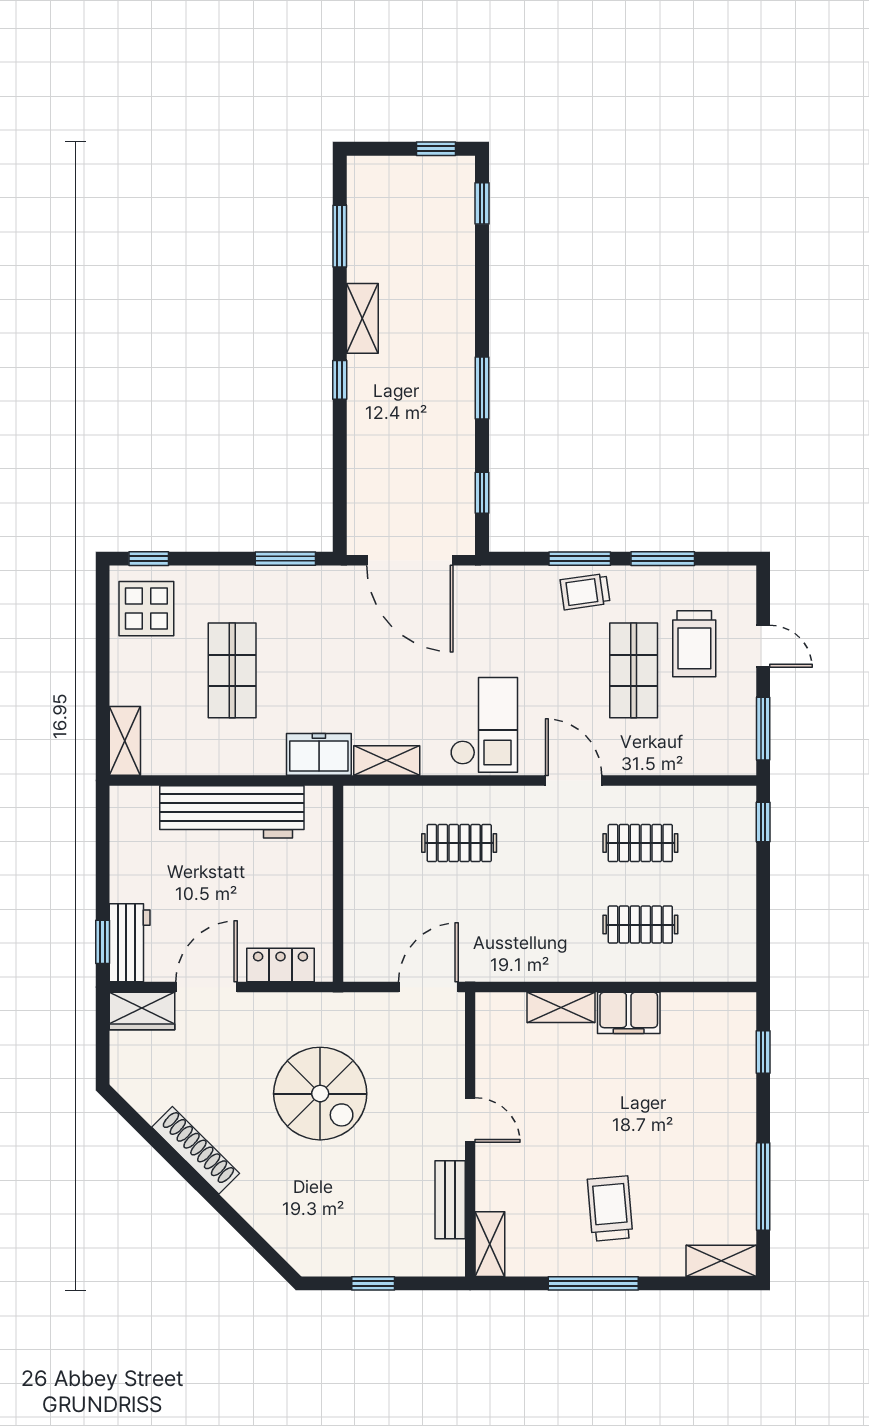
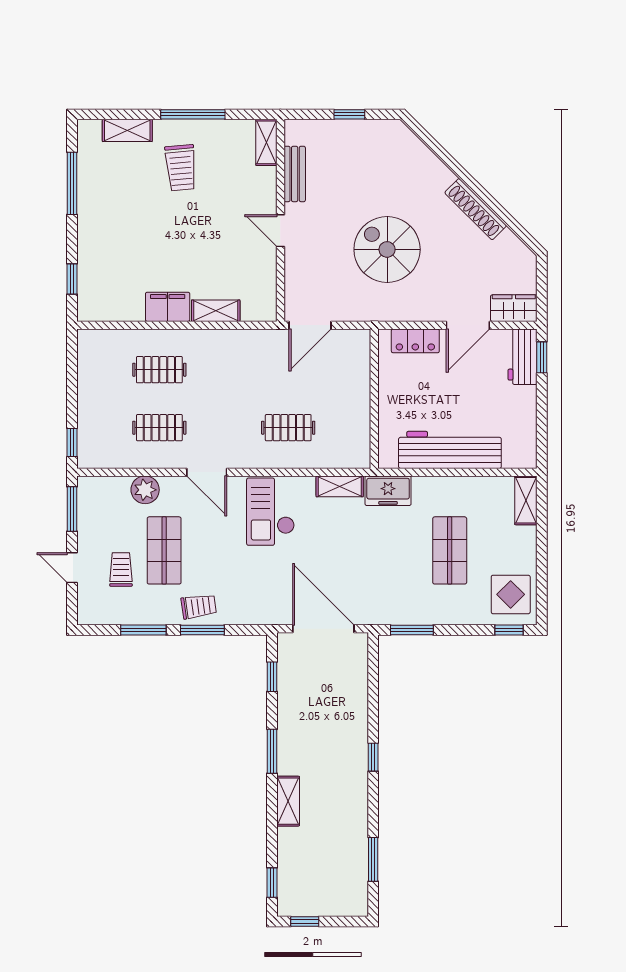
shelving: (362, 318) -> (288, 801), moved
trolley: (694, 644) -> (121, 569), width x0.73, depth x0.72
plant: (660, 756) -> (145, 490), added
shelving: (721, 1261) -> (127, 130), moved

